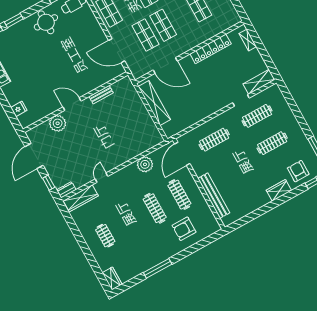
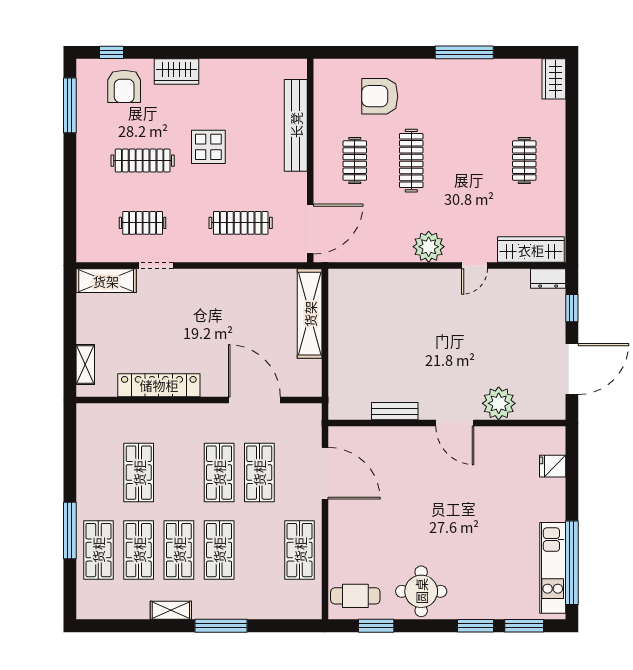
shelving: (154, 103) -> (310, 314), moved
clothes rail: (257, 116) -> (143, 223), width x0.73
plant: (145, 164) -> (429, 247), moved
display table: (247, 165) -> (208, 147), added
clothes rail: (179, 195) -> (355, 161), width x0.73
armchair: (184, 229) -> (380, 96), turned 180

